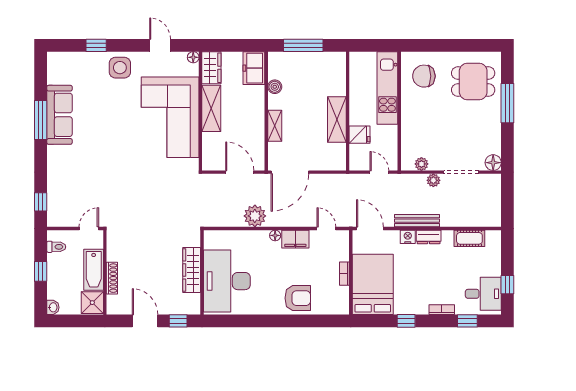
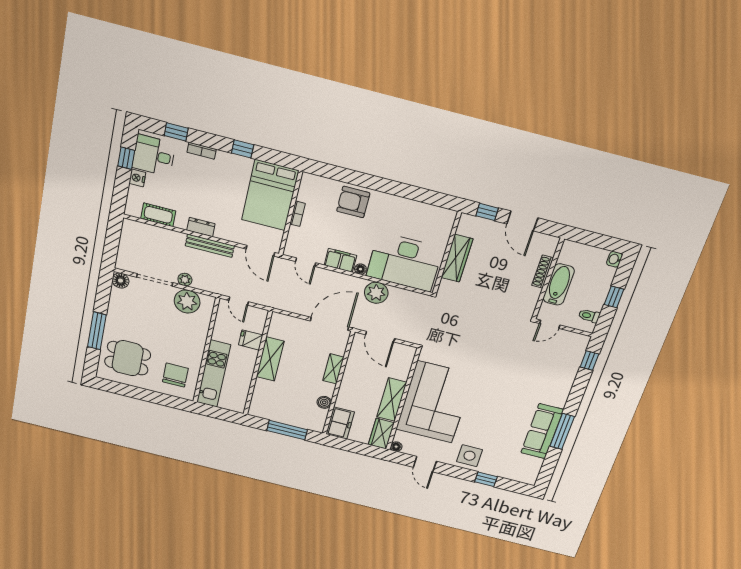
chair: (424, 76) -> (175, 375), turned -90
plant: (421, 164) -> (187, 301), width x1.88, depth x1.88
nightstand: (408, 237) -> (137, 178), moved, turned 90
desk: (227, 281) -> (405, 262), moved, turned 90
shower: (92, 303) -> (571, 253), removed

